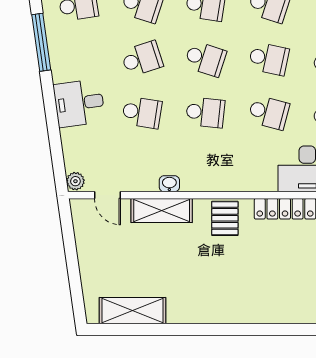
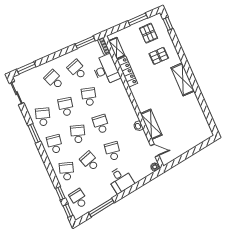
door: (108, 195) -> (155, 151), hinge flipped
pallet: (225, 218) -> (159, 56), moved
shelving: (132, 311) -> (183, 79), moved

